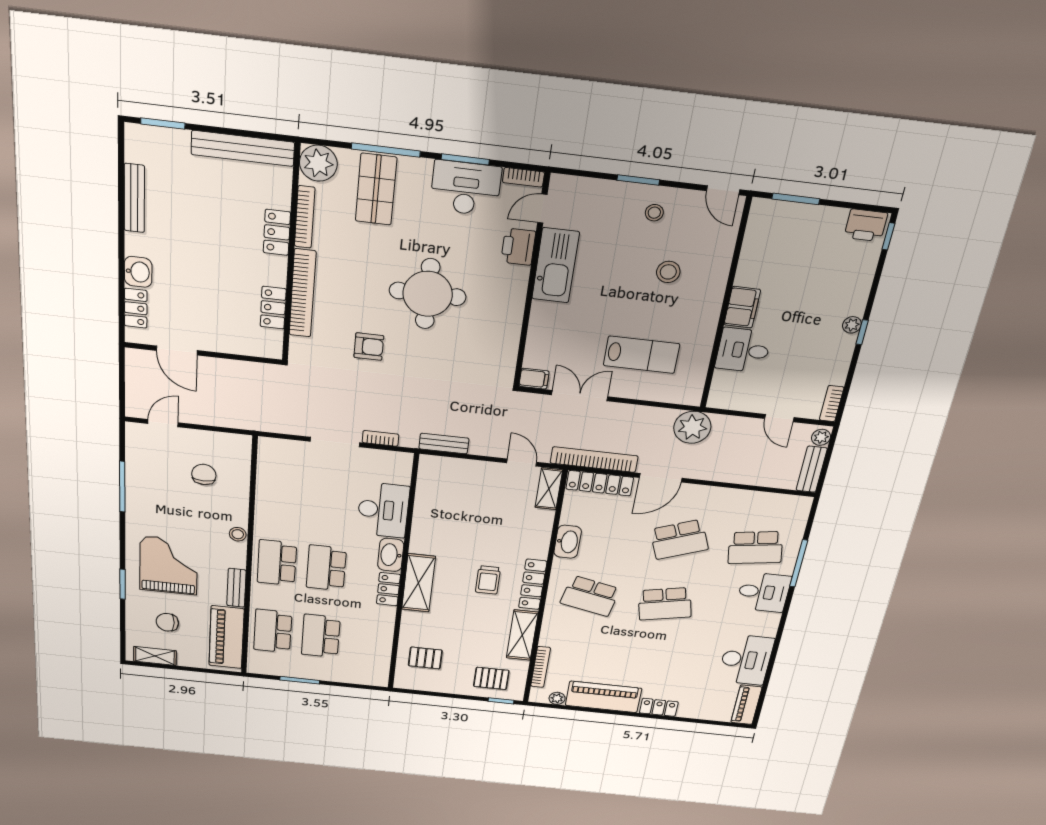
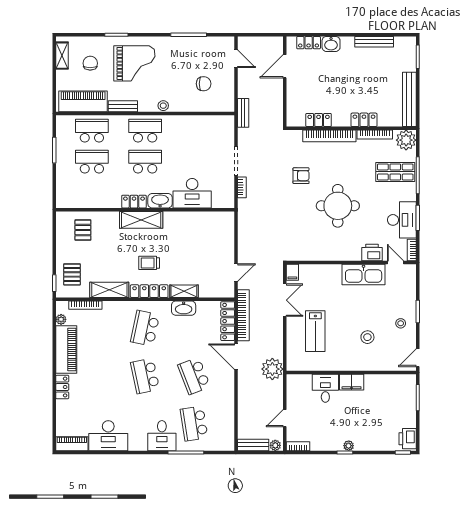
armchair: (369, 347) -> (301, 176), turned -90
bench: (444, 444) -> (243, 113), moved
shelving: (549, 489) -> (184, 291), moved

